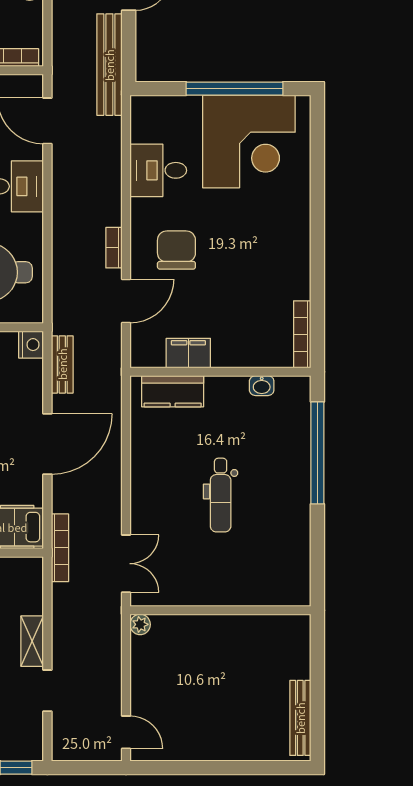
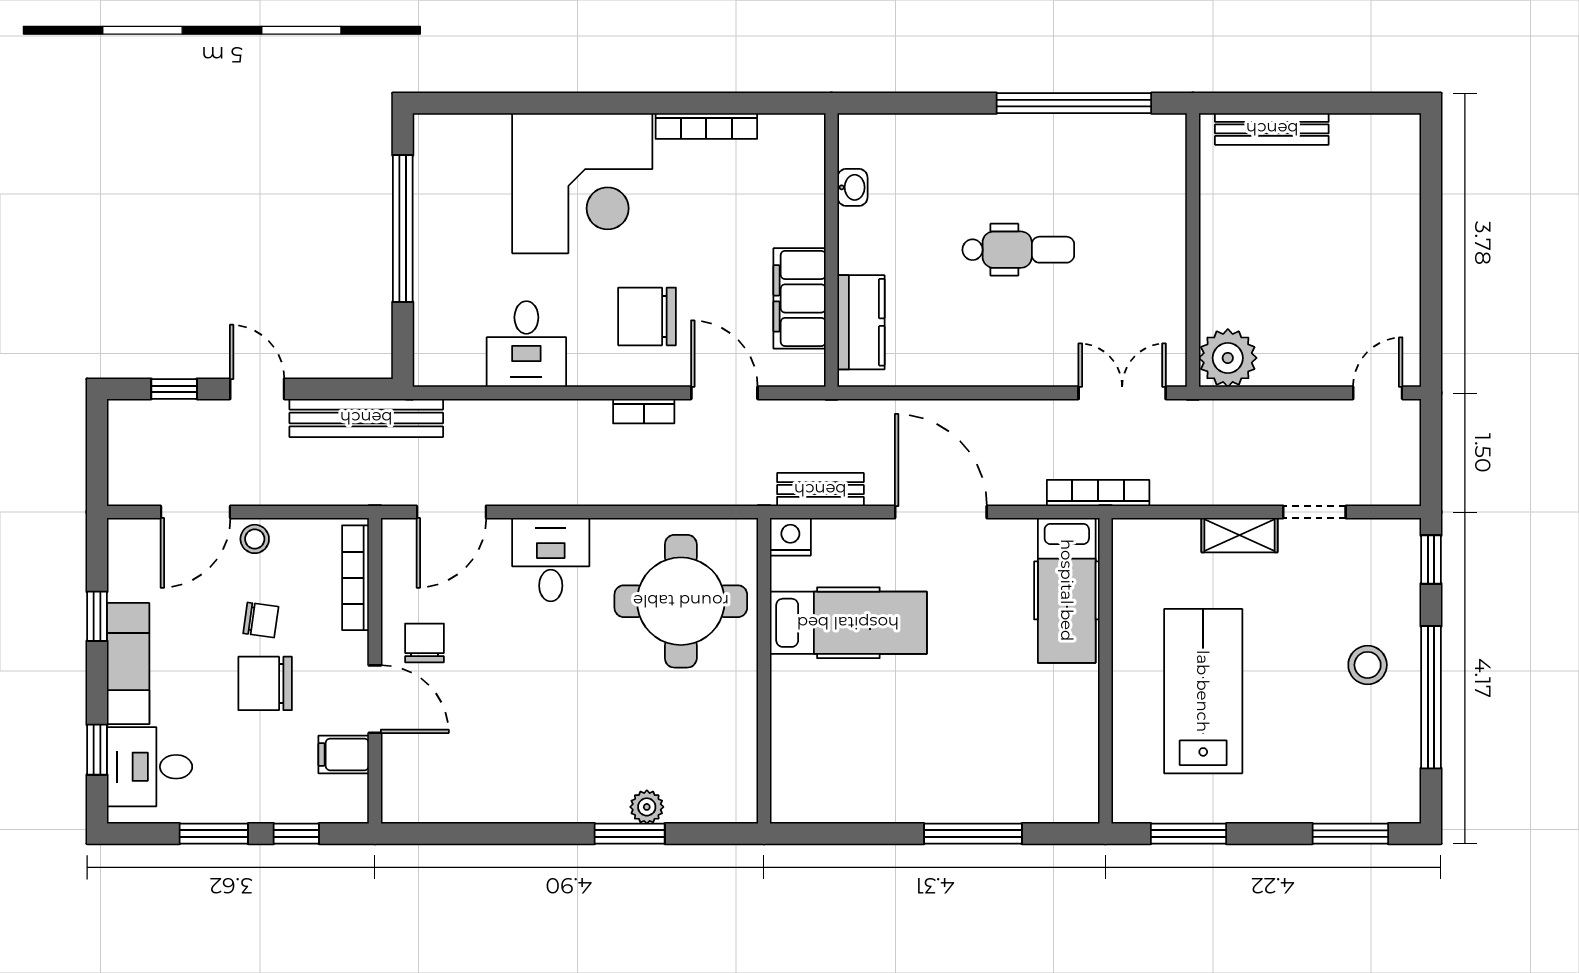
corner desk: (249, 141) -> (582, 183), moved, turned 90
bookcase: (302, 334) -> (706, 126), moved
filing cabinet: (188, 353) -> (799, 298), width x1.50, depth x1.17
window: (317, 453) -> (1074, 103), moved
plant: (140, 624) -> (1228, 358), width x1.87, depth x1.87
bench: (300, 718) -> (1272, 129), moved

